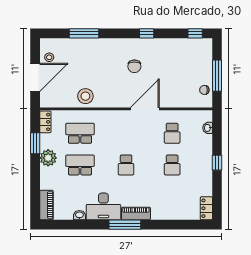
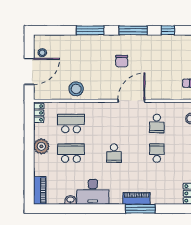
window: (84, 33) -> (90, 30), moved
window: (147, 33) -> (133, 30), width x2.17
window: (195, 33) -> (168, 30), moved
window: (35, 143) -> (29, 133), removed
school desk: (172, 165) -> (157, 153), turned 180
piano: (136, 213) -> (136, 198), moved
window: (125, 225) -> (140, 209), moved

